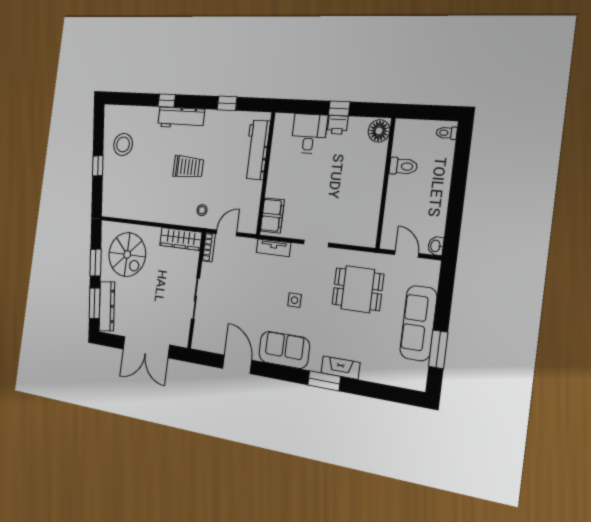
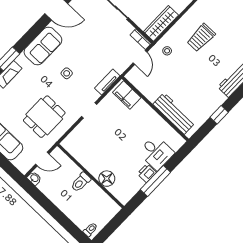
window: (339, 108) -> (155, 181), width x2.17
floor lamp: (379, 131) -> (107, 179), moved
toilet: (403, 166) -> (81, 182), moved
trolley: (188, 167) -> (201, 38), moved

